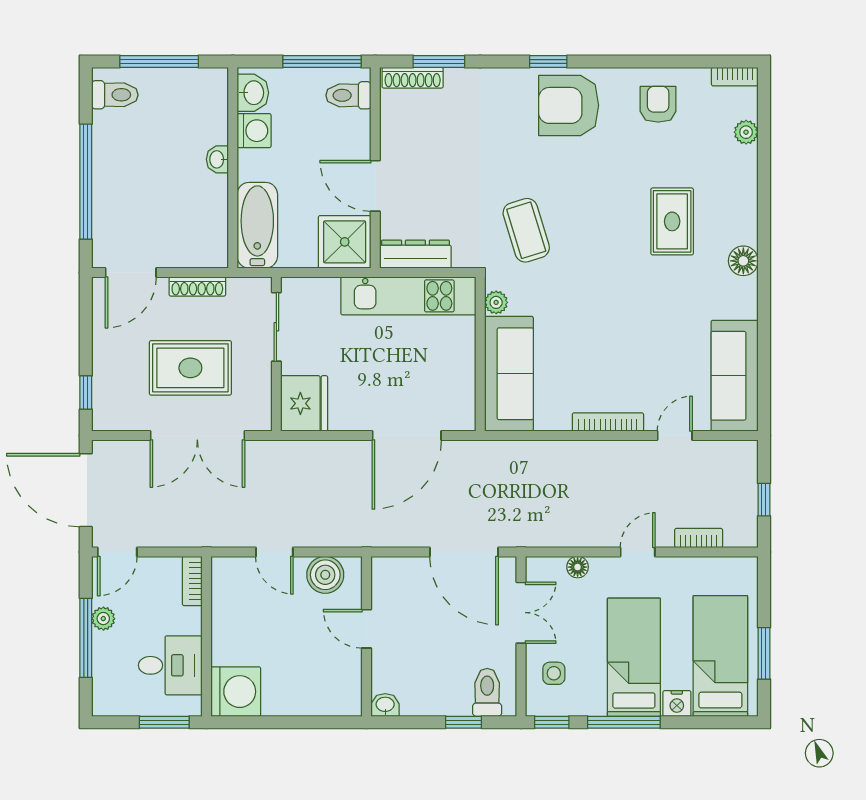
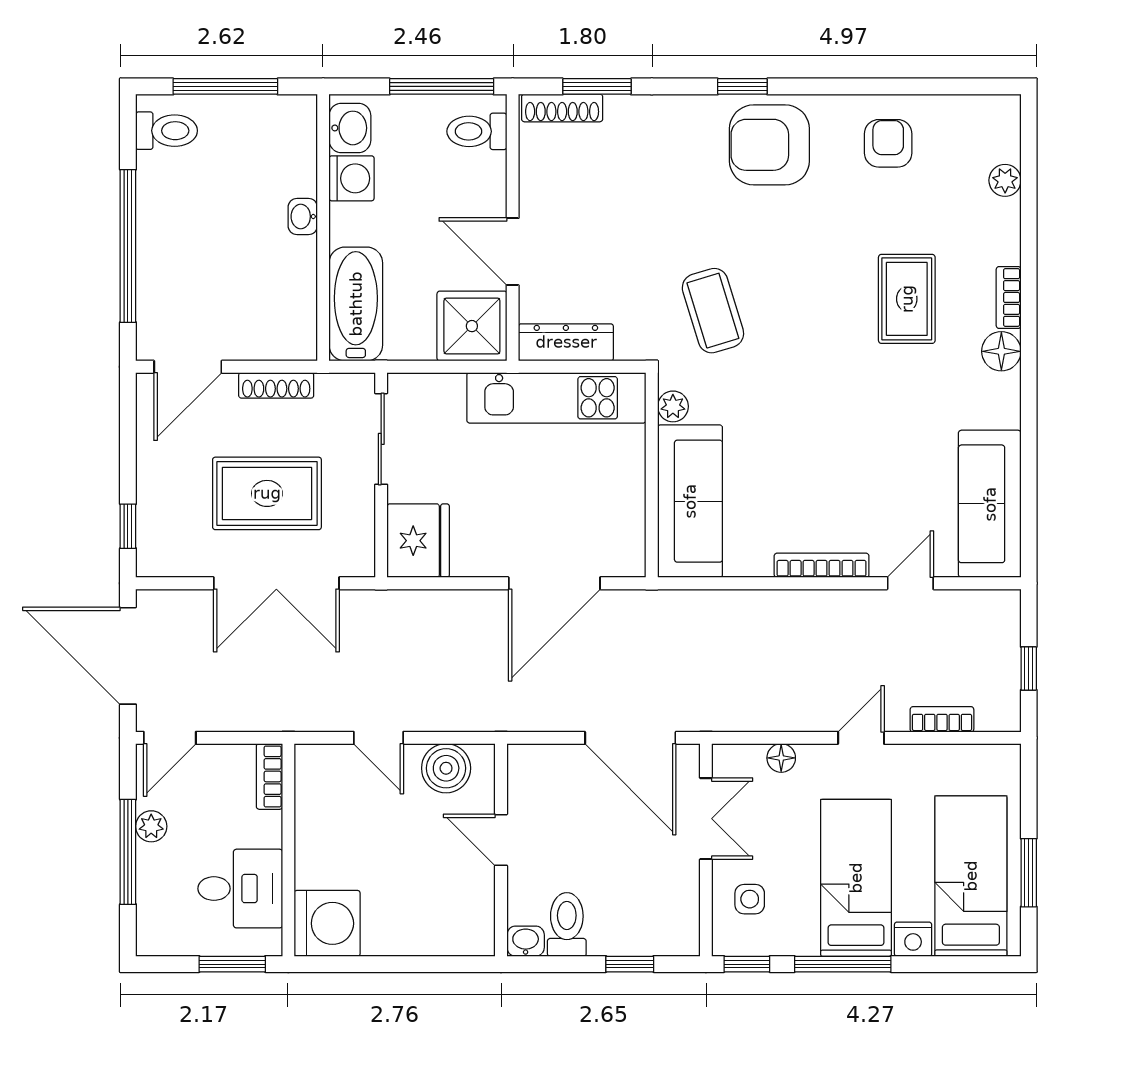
bookcase: (735, 77) -> (1009, 297), moved, turned 90
toilet: (487, 692) -> (567, 924), moved

